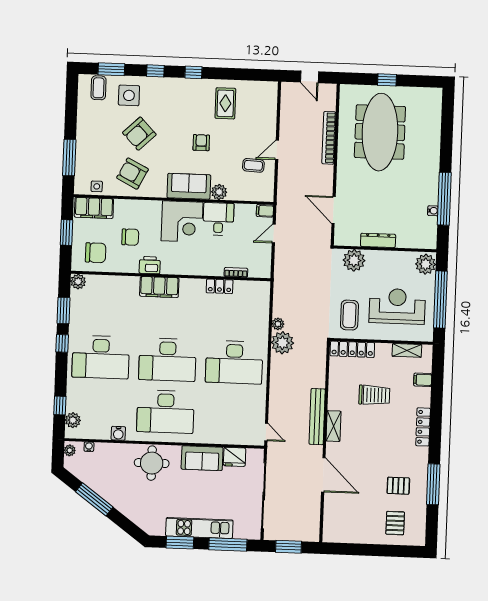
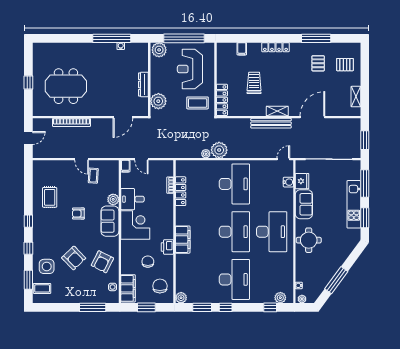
rug: (225, 103) -> (50, 197), turned 90
meeting table: (380, 132) -> (66, 86), width x0.73
locker: (220, 286) -> (181, 191), width x1.53
shelving: (407, 350) -> (356, 97), moved
water cooler: (118, 433) -> (288, 182), moved

